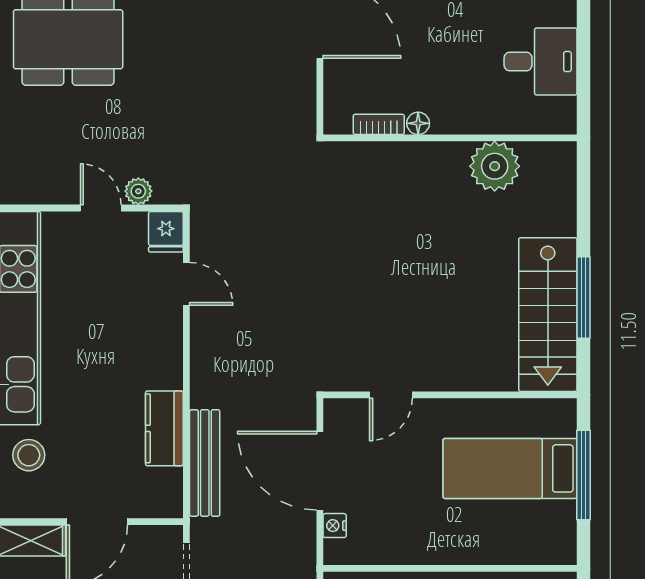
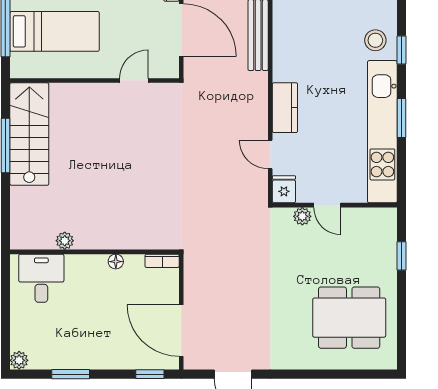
desk: (541, 62) -> (41, 278), moved, turned 90
bookcase: (379, 124) -> (162, 261), moved
plant: (495, 166) -> (65, 241), width x0.53, depth x0.53
kitchen counter: (164, 428) -> (285, 108), moved

